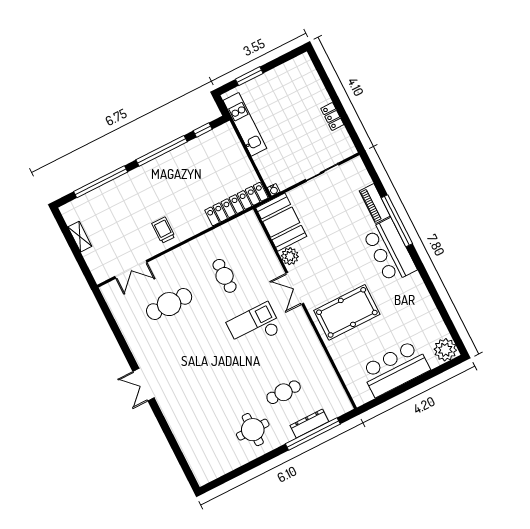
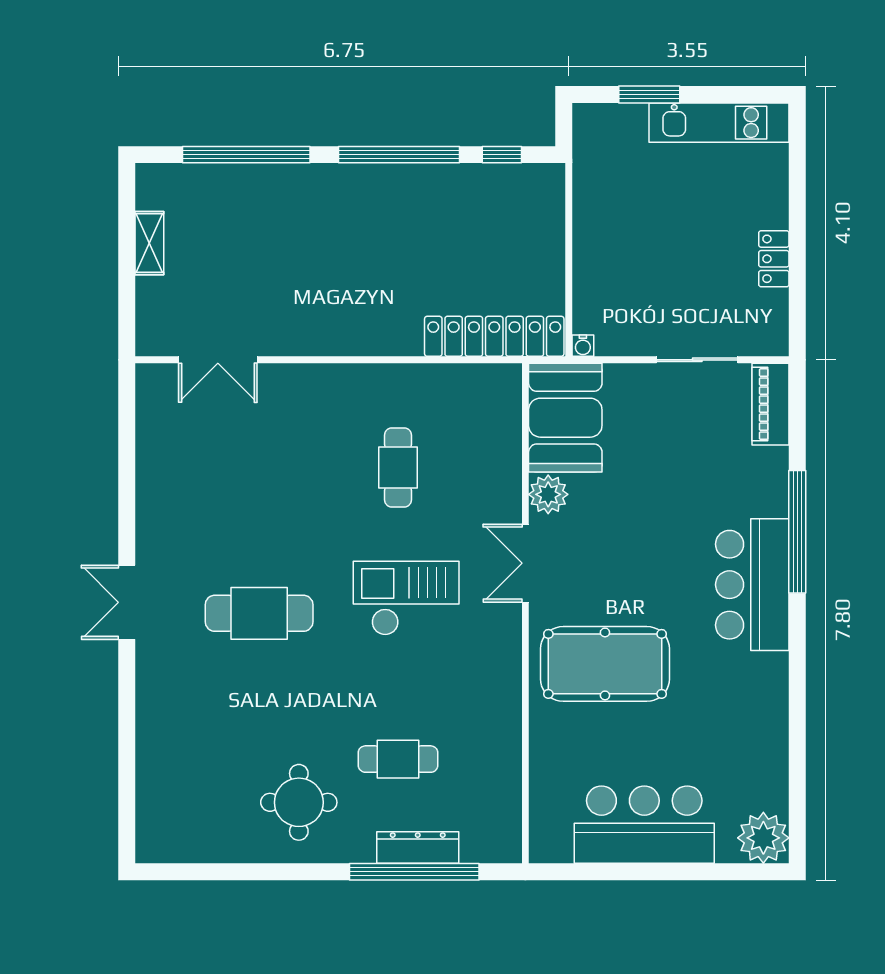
kitchen unit: (245, 124) -> (719, 123), moved, turned 90
piano: (375, 203) -> (771, 404), moved
trolley: (163, 230) -> (323, 315), removed
cafe table: (169, 304) -> (259, 613), moved

